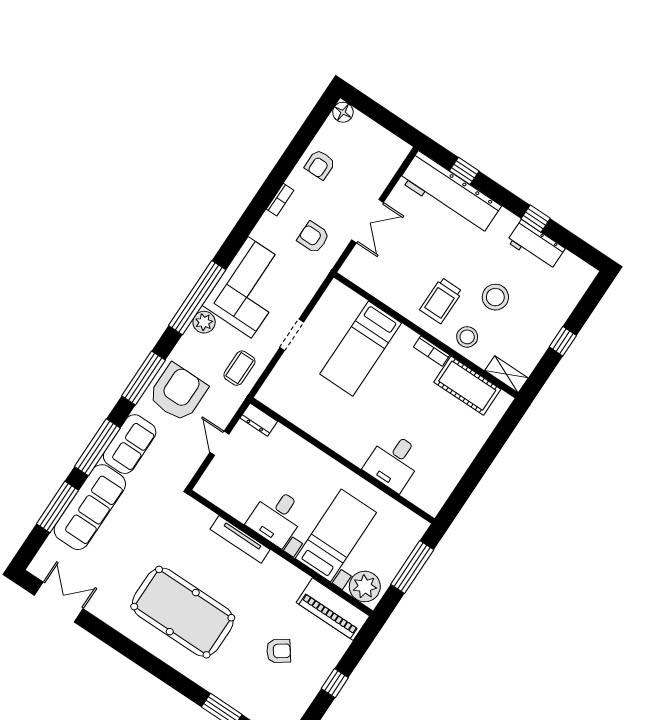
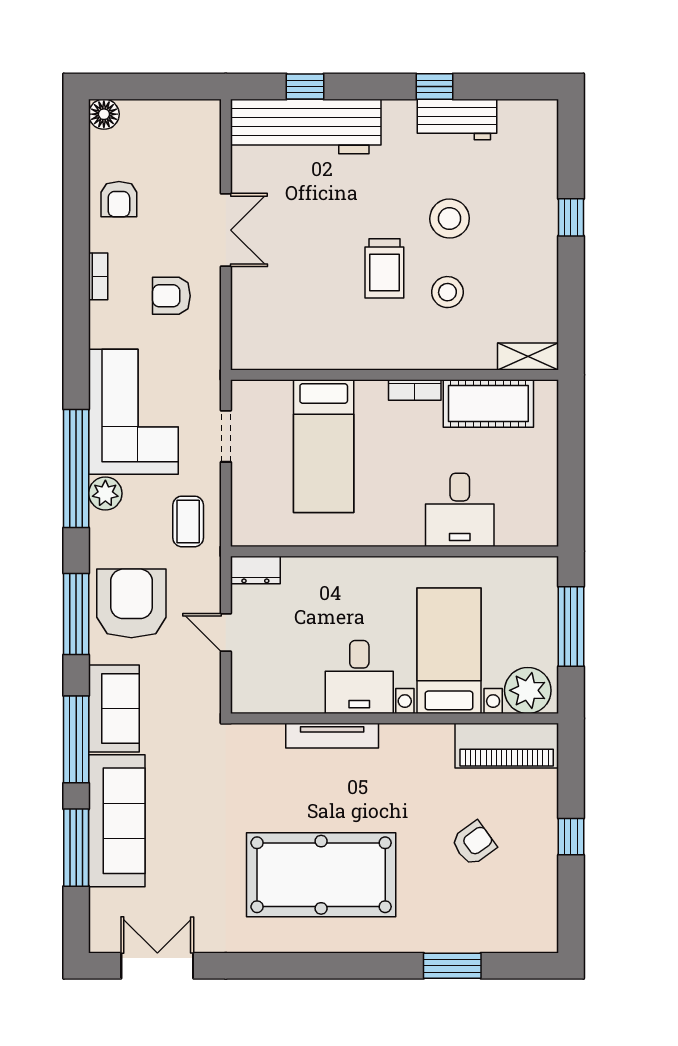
wall: (426, 335) -> (394, 375), moved
bed: (361, 349) -> (324, 446), moved
bookcase: (432, 351) -> (415, 390), moved
shelving: (507, 374) -> (528, 356), moved
cot: (467, 386) -> (488, 403), moved

